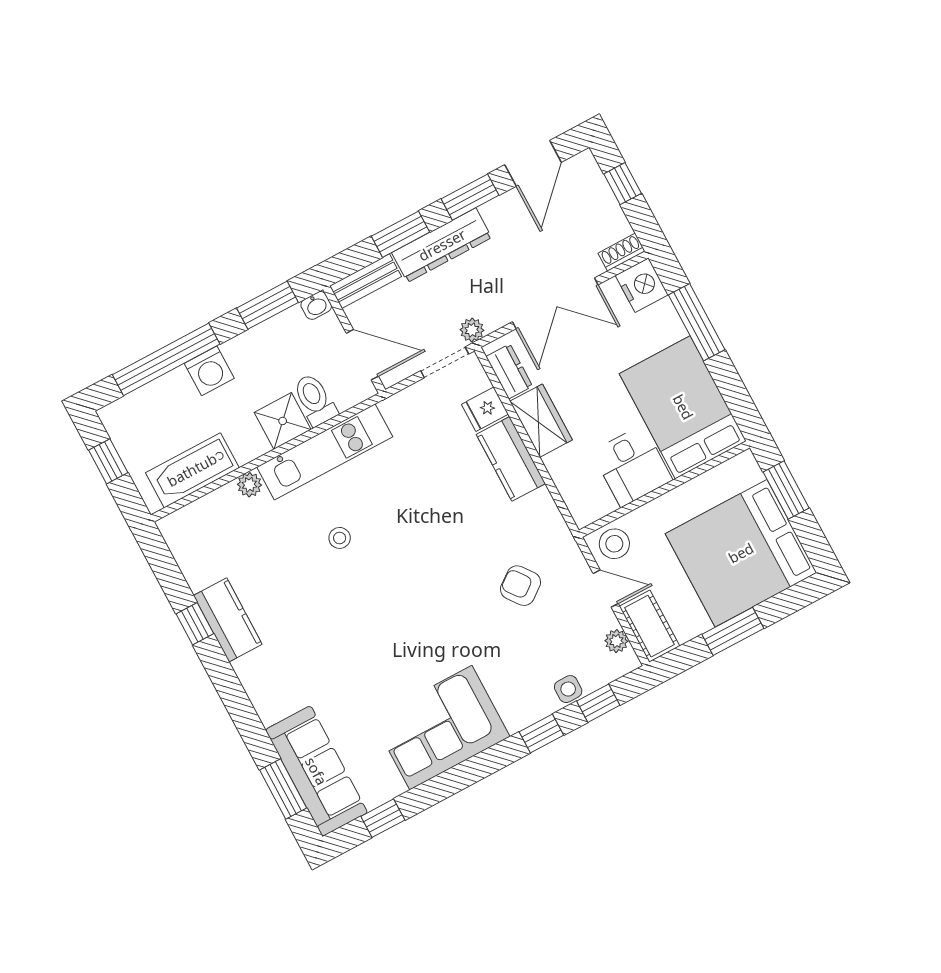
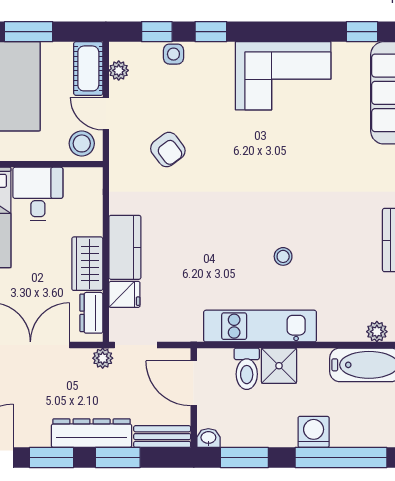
plant: (249, 485) -> (377, 332), moved

